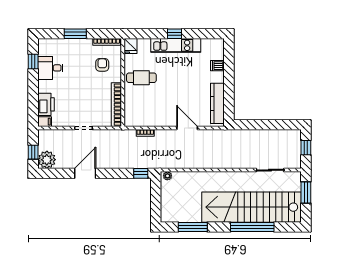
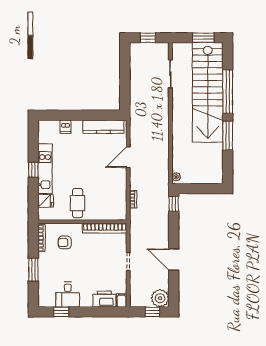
fridge: (131, 46) -> (46, 201), moved
window: (306, 192) -> (203, 38), moved
window: (193, 227) -> (228, 136), moved

